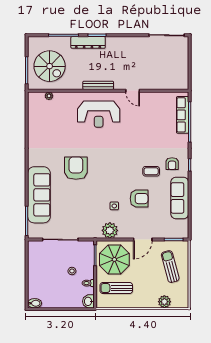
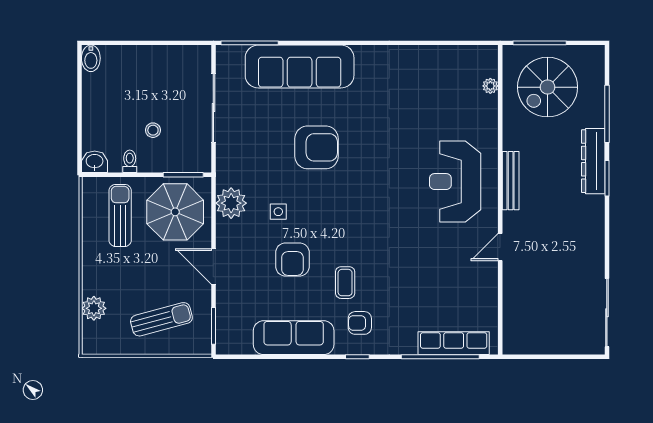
armchair: (76, 168) -> (317, 147), moved

